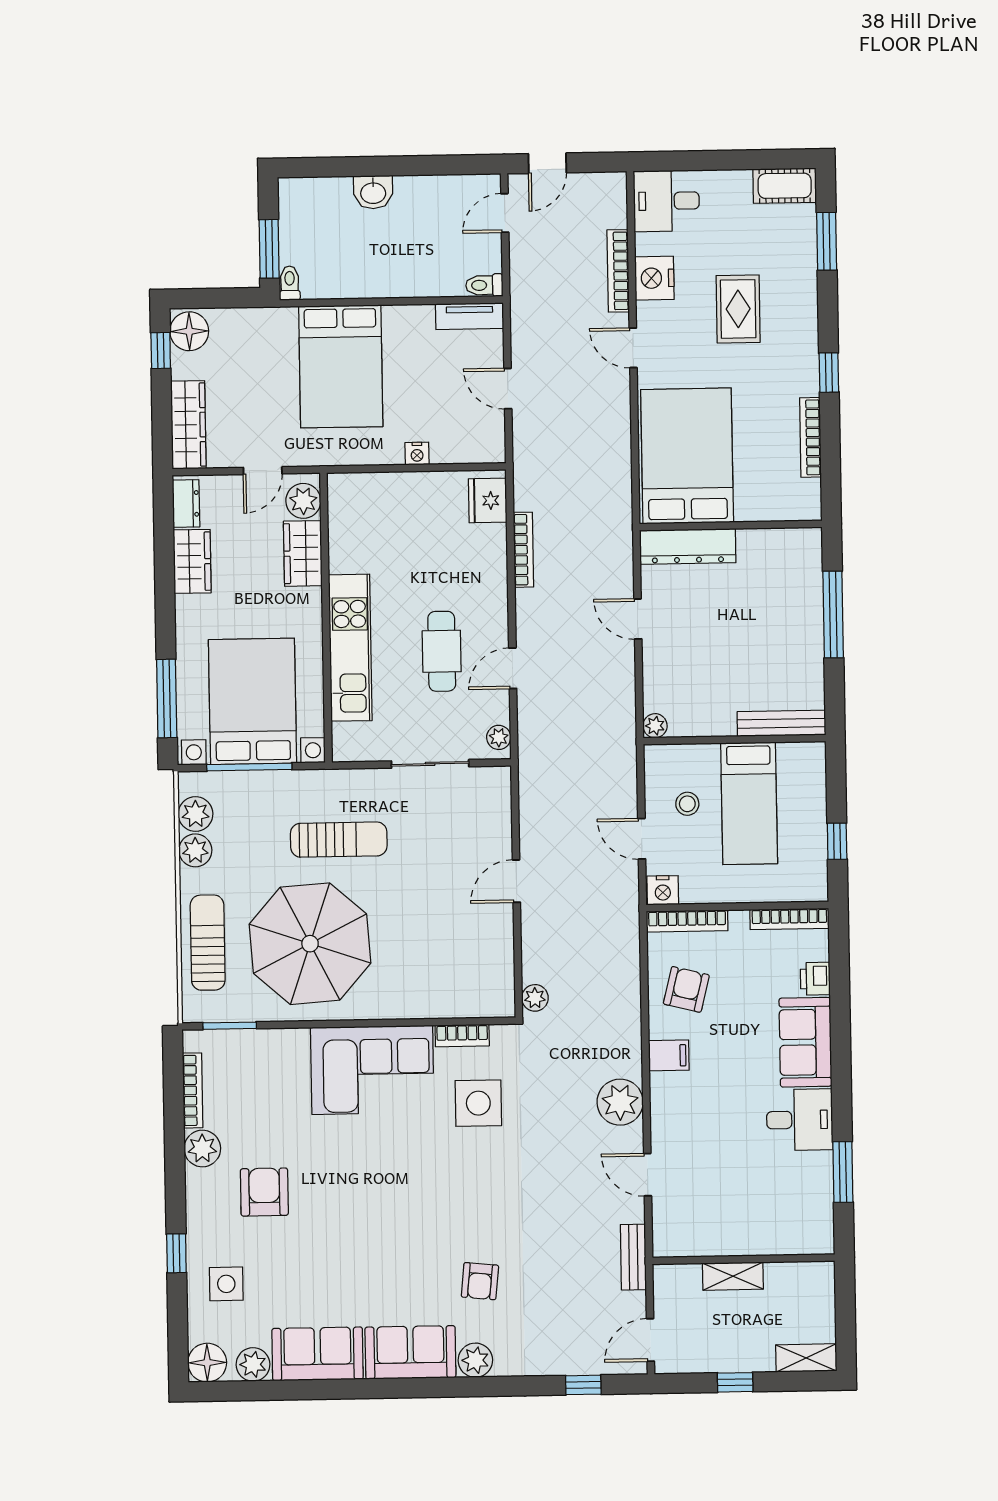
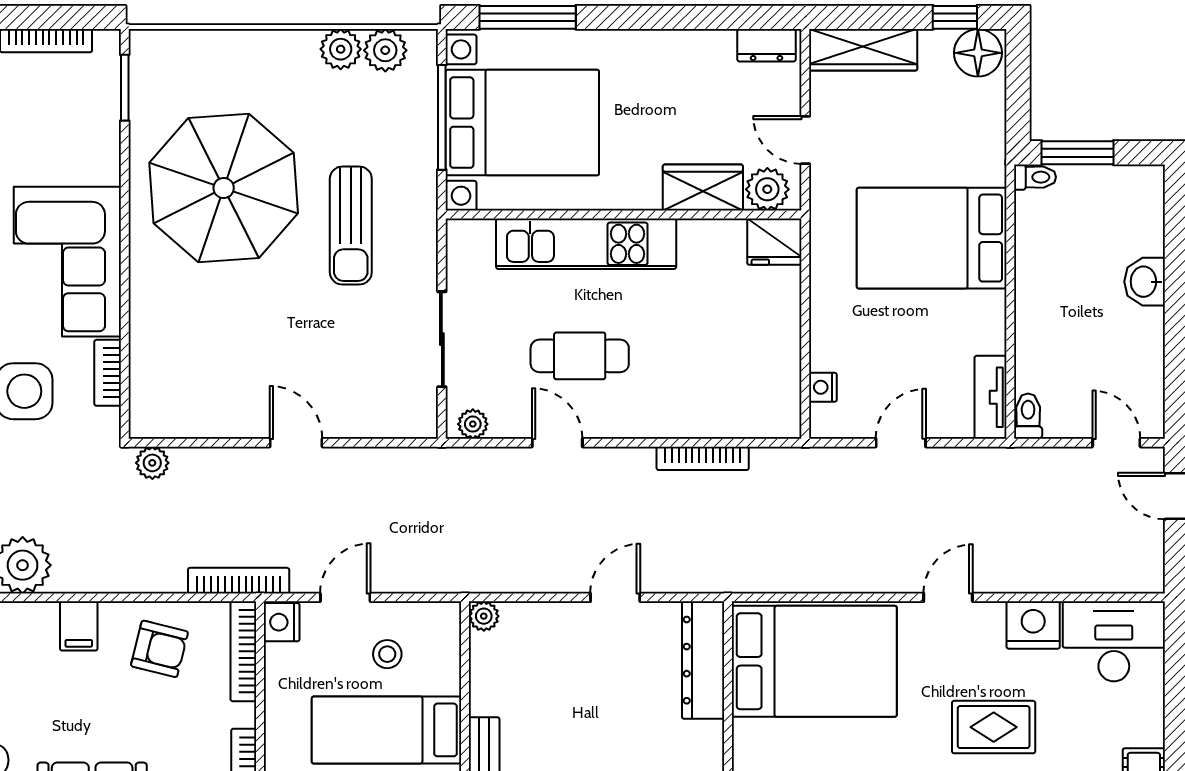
desk: (666, 201) -> (1114, 641), width x1.37
bookcase: (618, 271) -> (239, 581), moved
nightstand: (417, 454) -> (823, 387), moved
fridge: (488, 500) -> (774, 242), moved, turned 180
wardrobe: (192, 561) -> (695, 52), removed
sun lounger: (208, 943) -> (227, 62), removed

